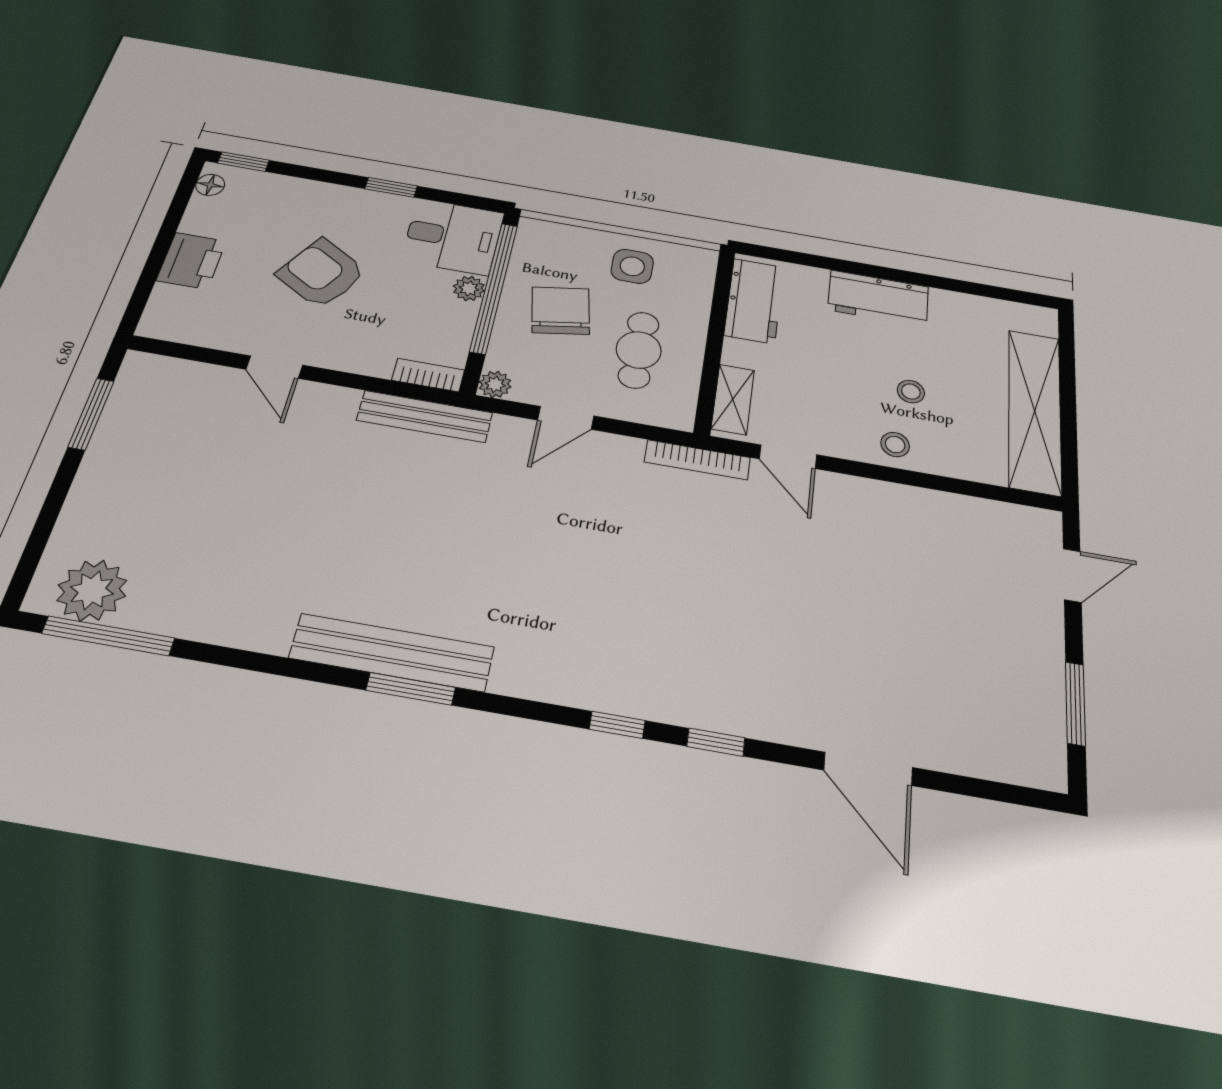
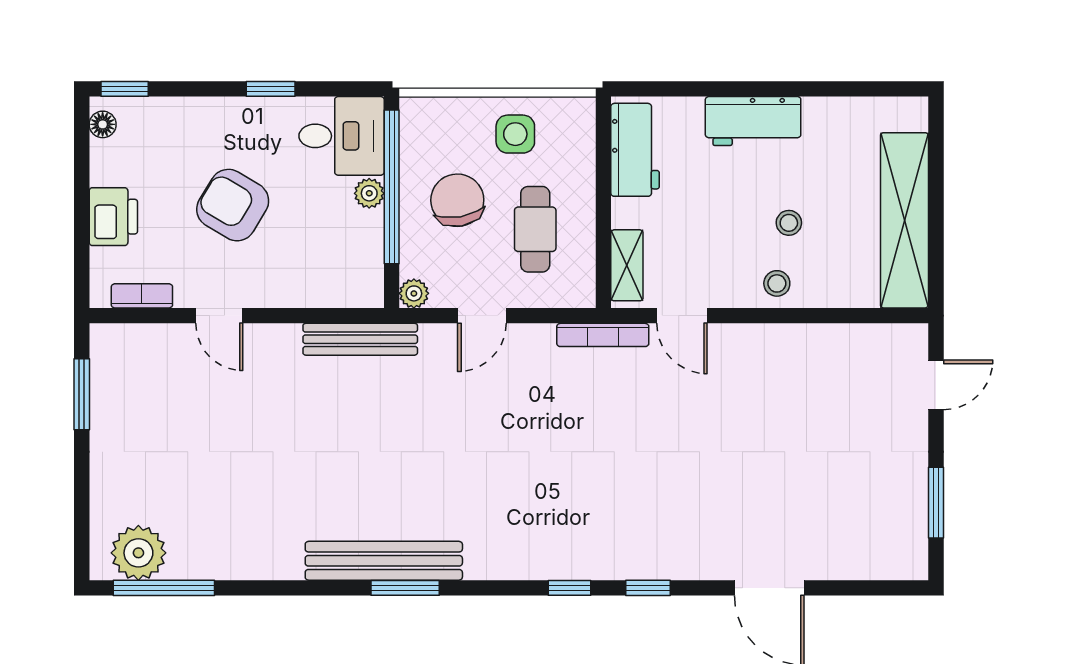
bookcase: (428, 375) -> (142, 296), moved

